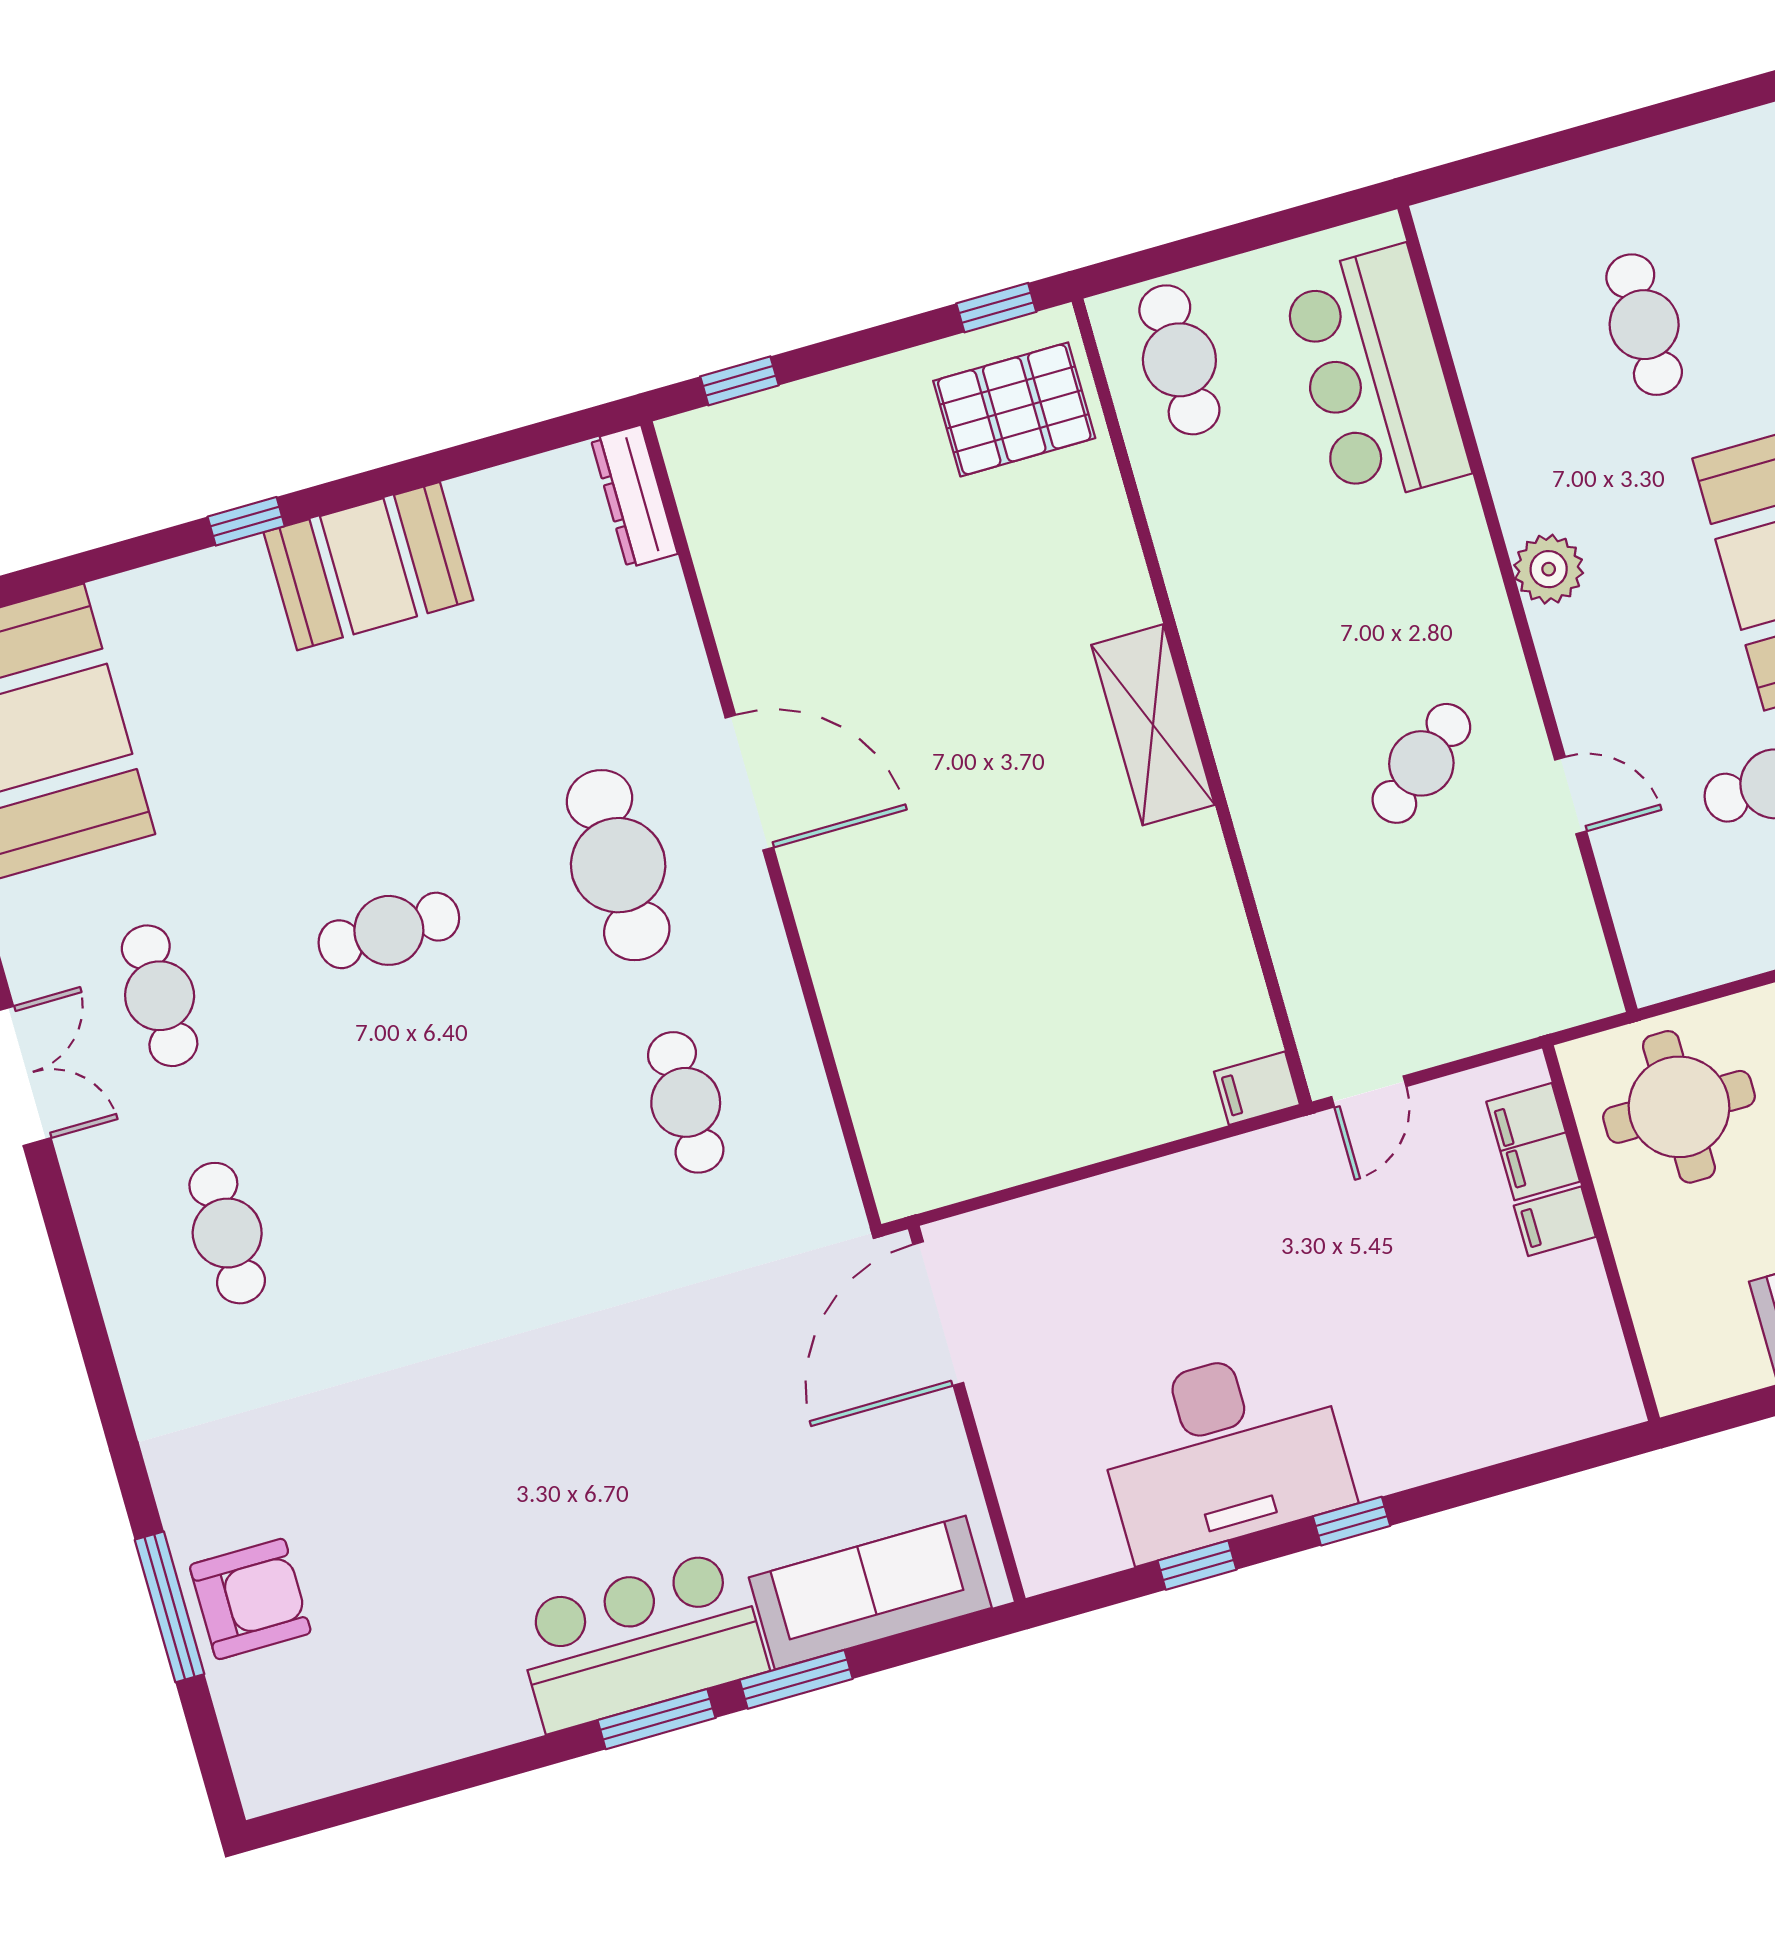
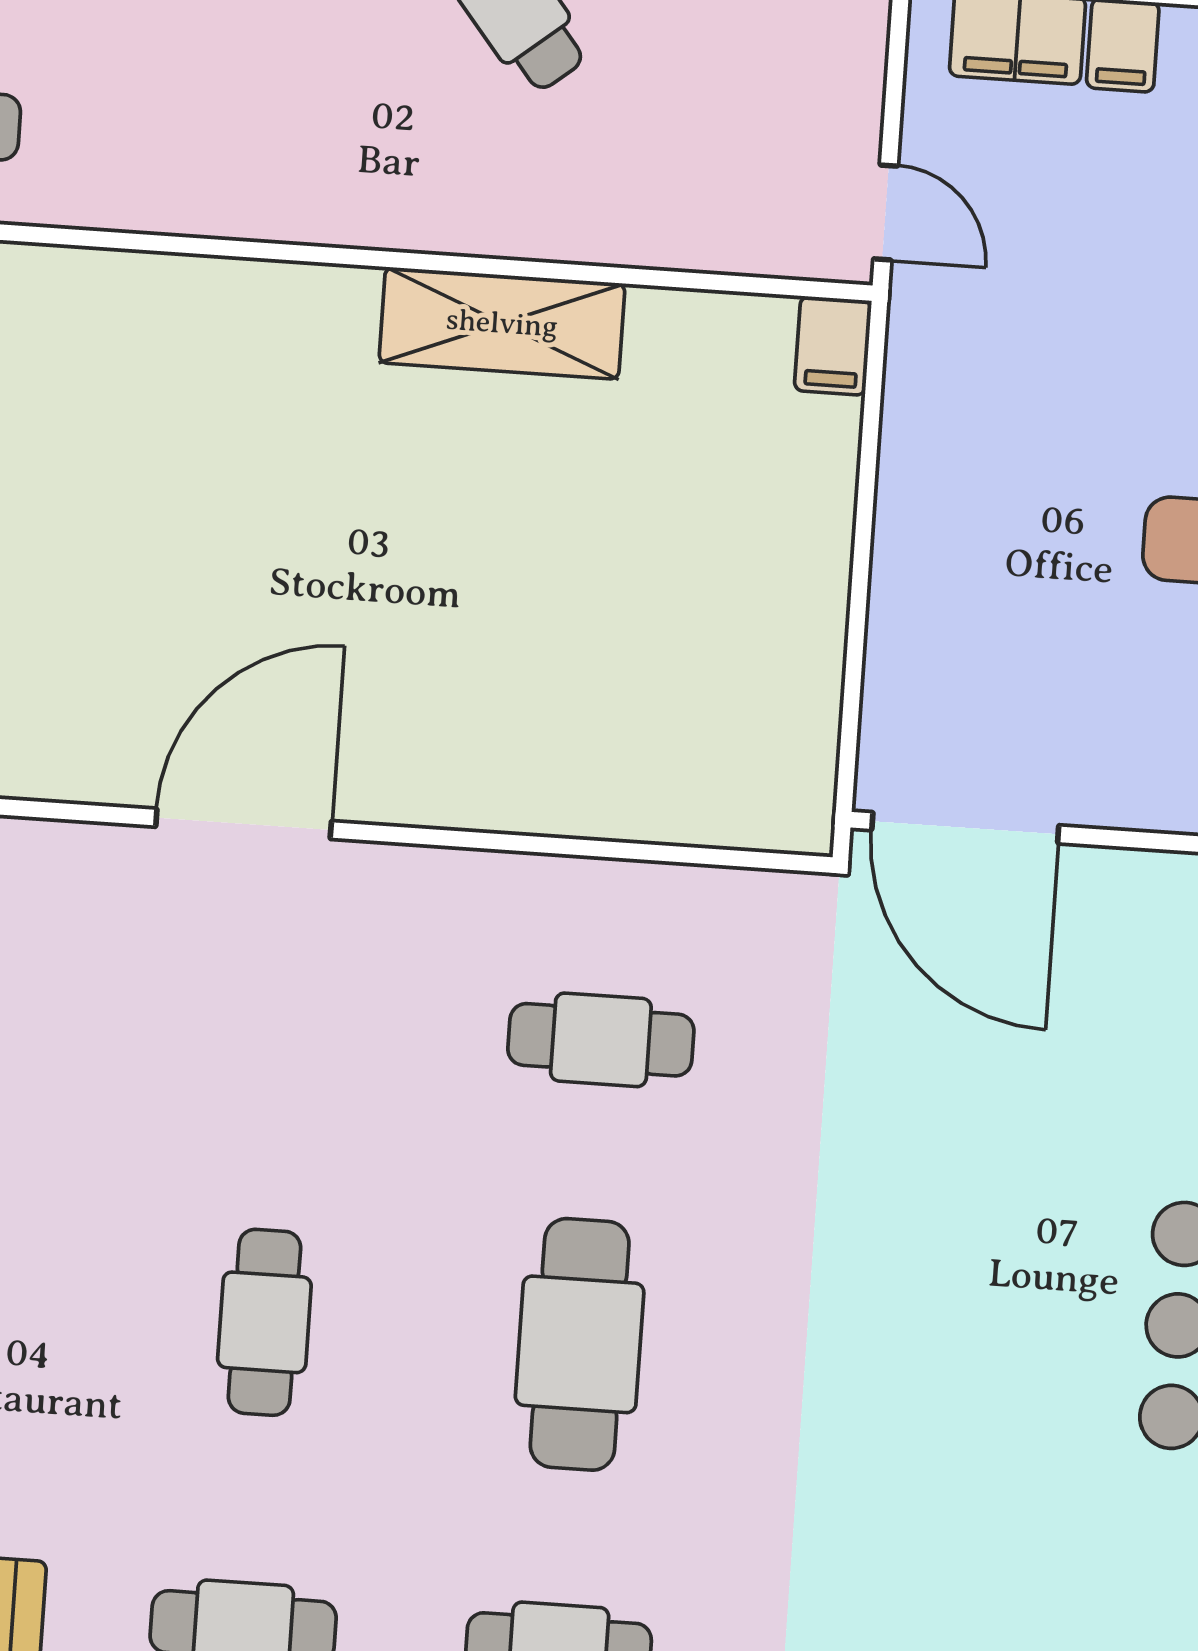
shelving: (1153, 725) -> (502, 323), moved
cafe table: (618, 865) -> (580, 1344), moved, turned 90

